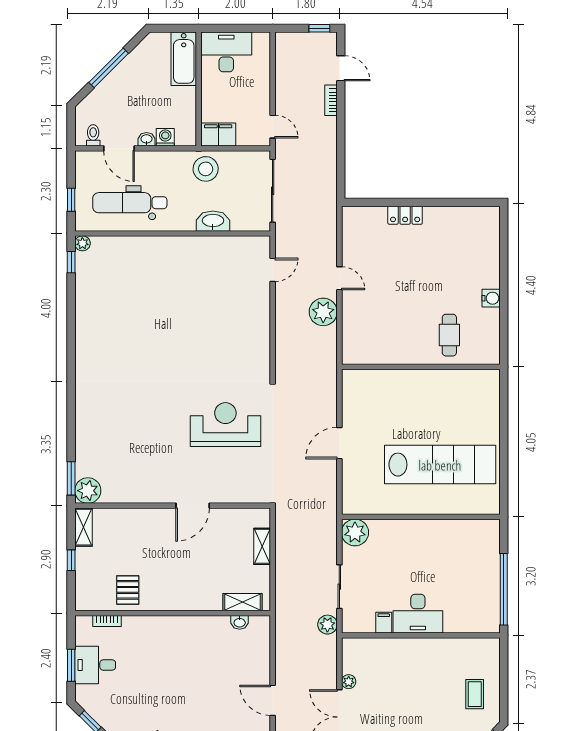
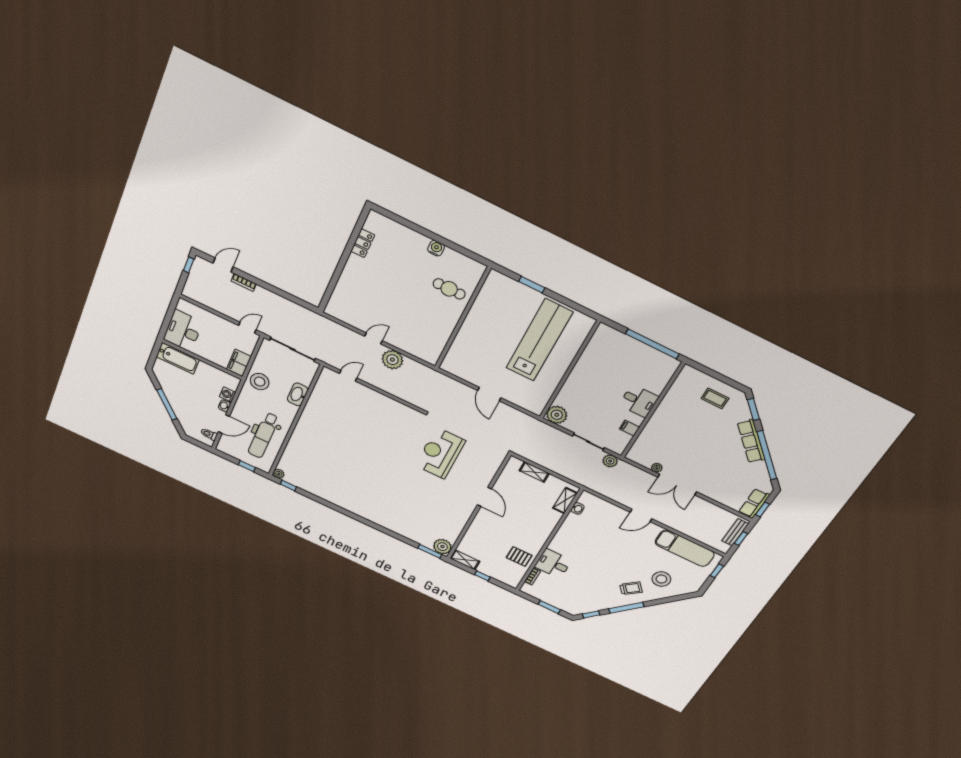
locker: (405, 215) -> (363, 243), moved
door: (273, 270) -> (348, 376), hinge flipped
window: (504, 422) -> (532, 285), added
desk: (418, 614) -> (639, 401), width x0.73
desk: (95, 665) -> (553, 564), moved, turned 90

